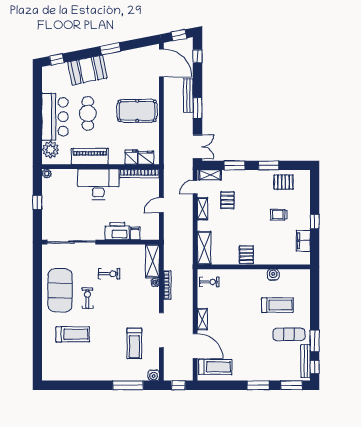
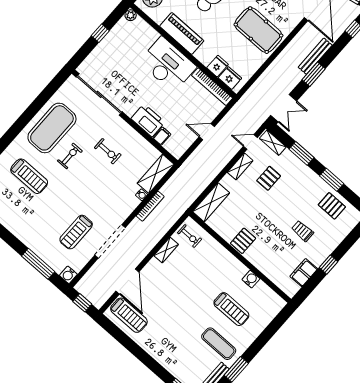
shelving: (202, 319) -> (166, 250), moved
window: (258, 385) -> (152, 364), removed

